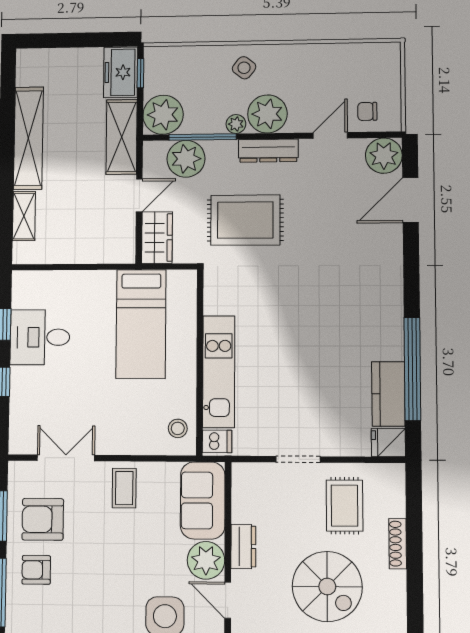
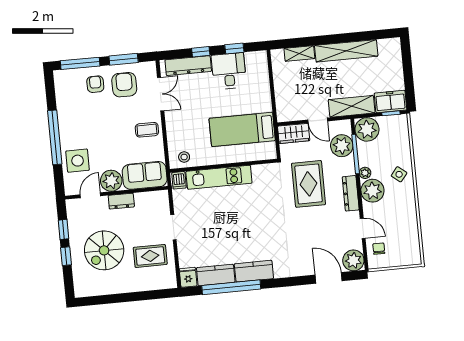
kitchen counter: (387, 327) -> (254, 271), added
dresser: (23, 406) -> (188, 66), added
shoe rack: (398, 544) -> (132, 288), removed

